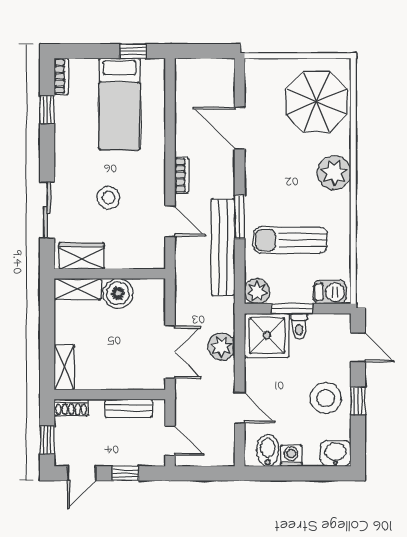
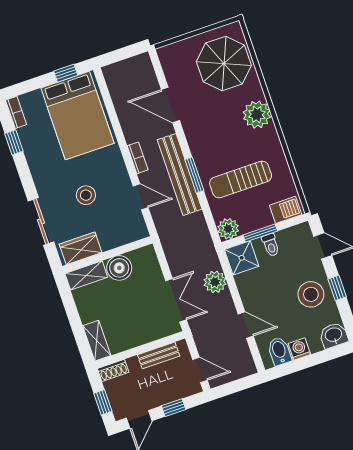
bed: (119, 104) -> (77, 116), width x1.50
bench: (223, 247) -> (180, 174), moved
shower: (267, 335) -> (242, 258), width x0.73, depth x0.73

